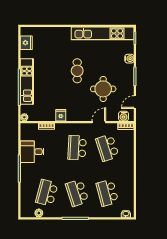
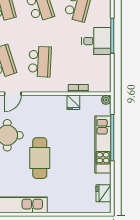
cafe table: (77, 71) -> (40, 158), width x1.37, depth x1.35
fridge: (61, 115) -> (73, 102), moved
desk: (32, 152) -> (96, 41), moved

